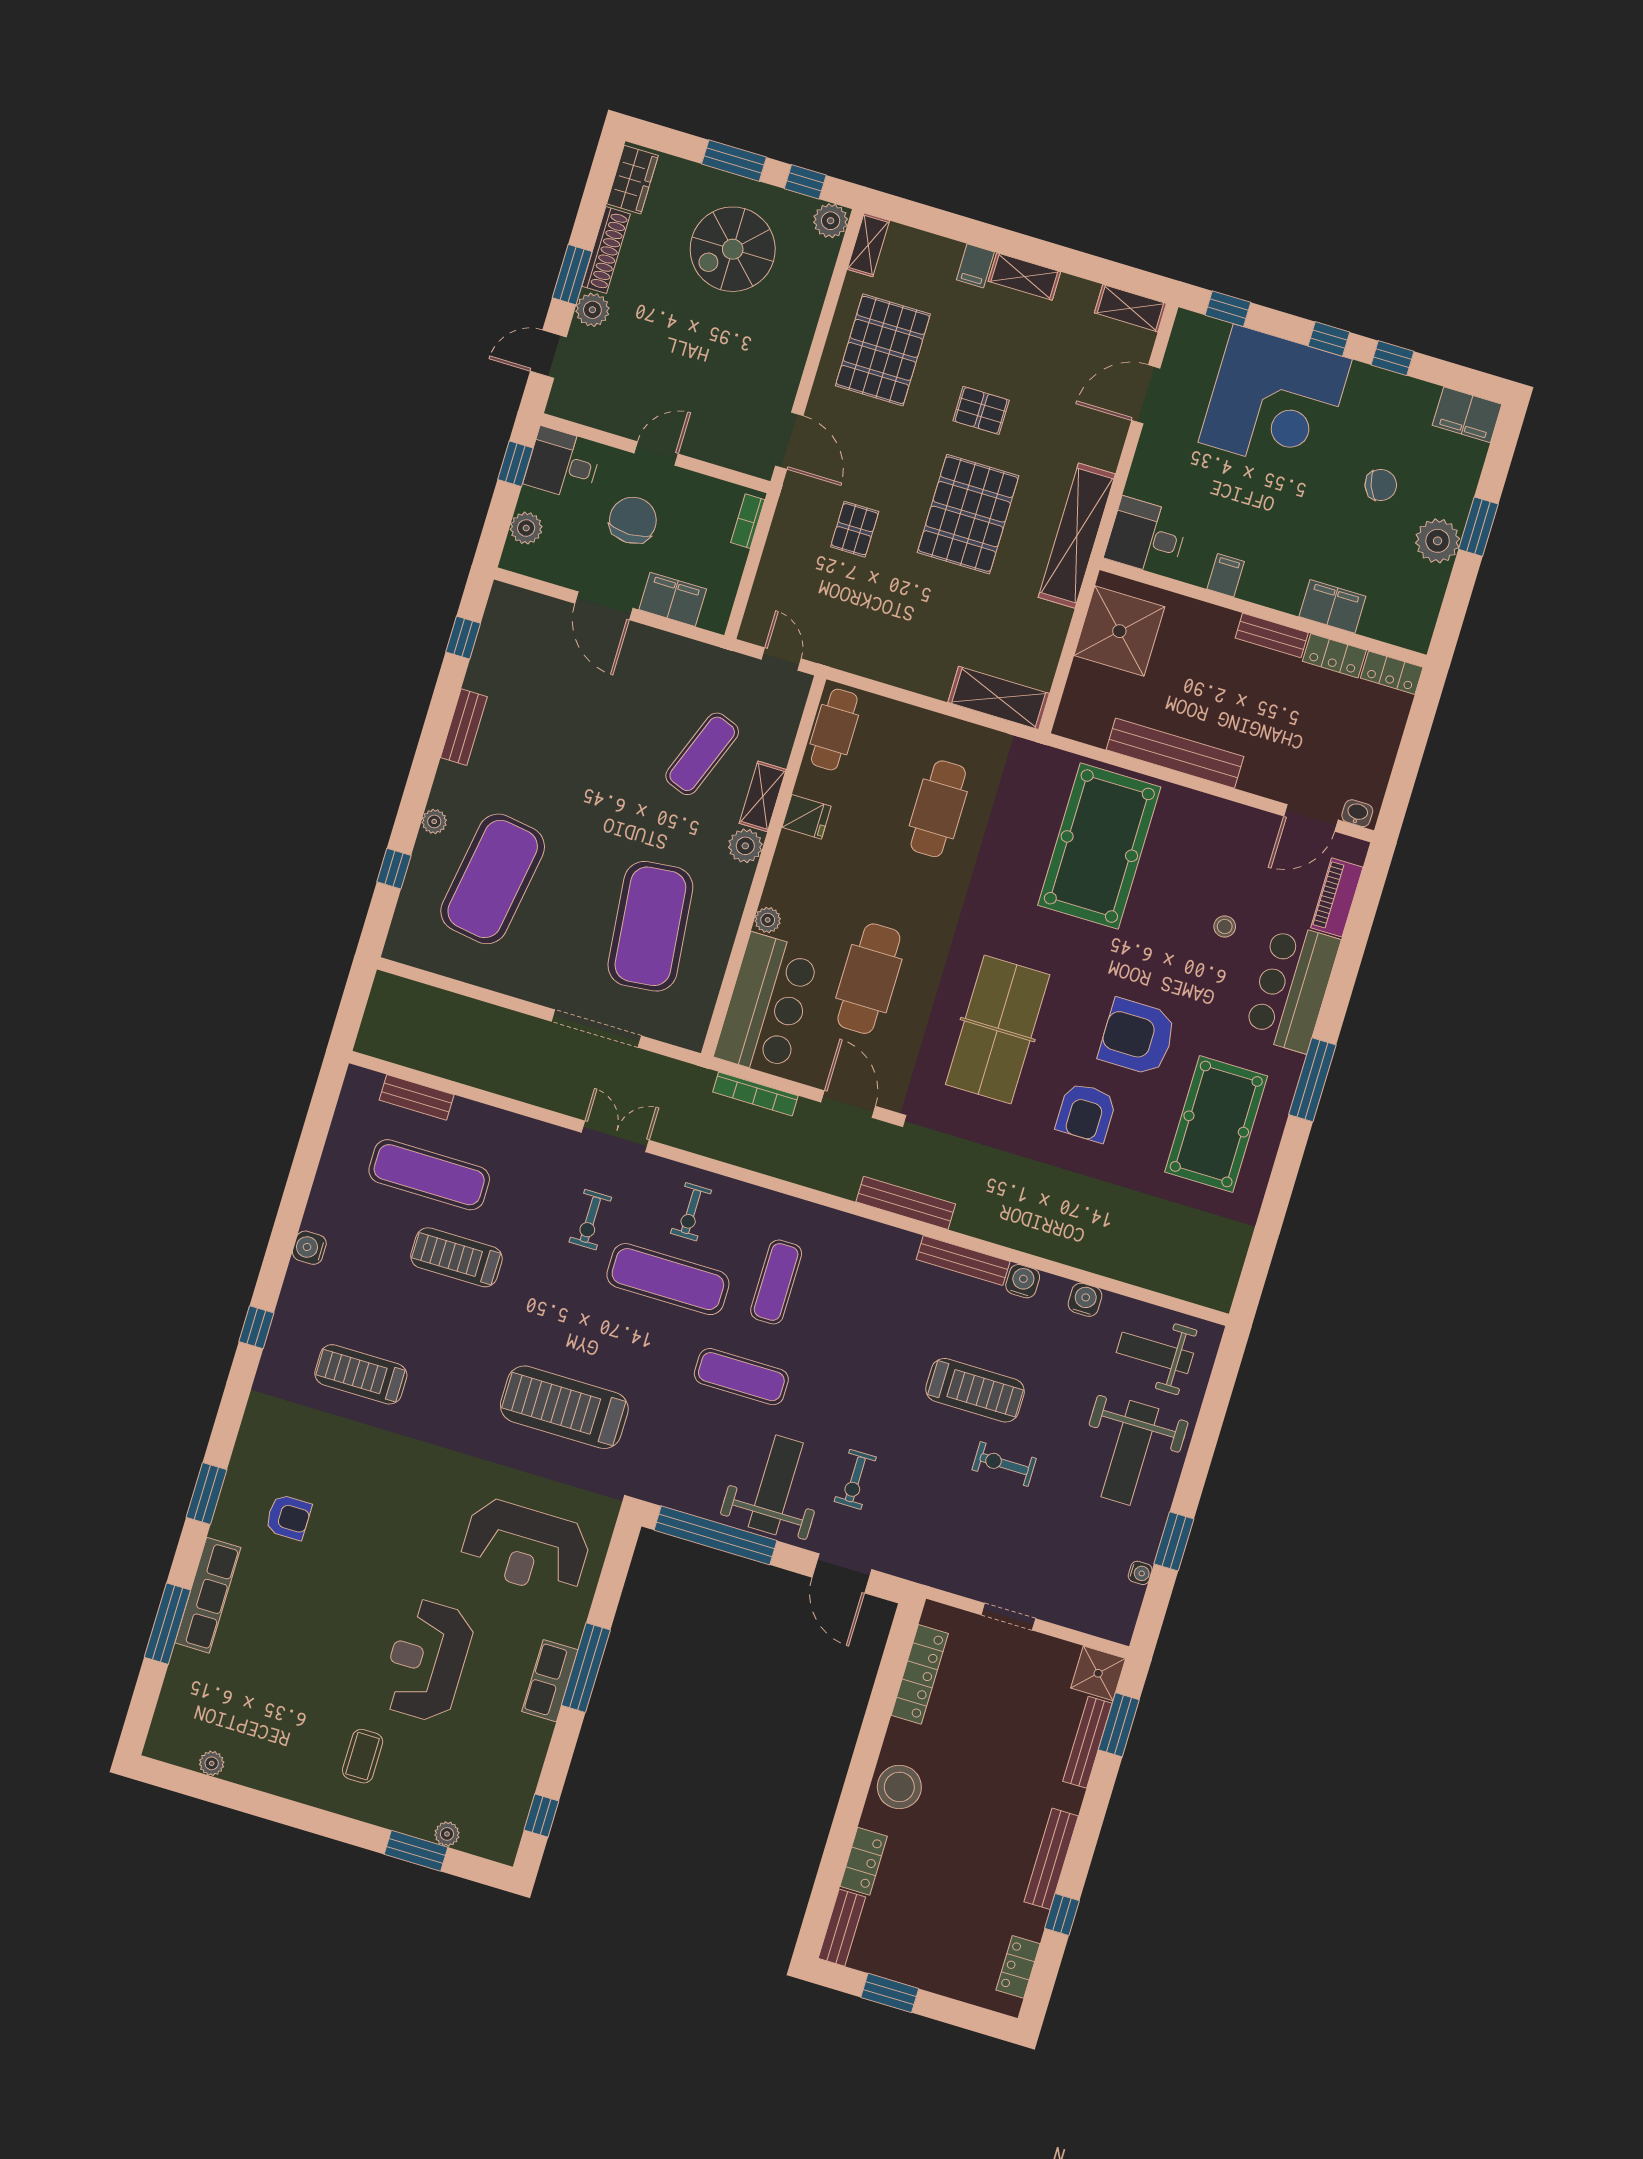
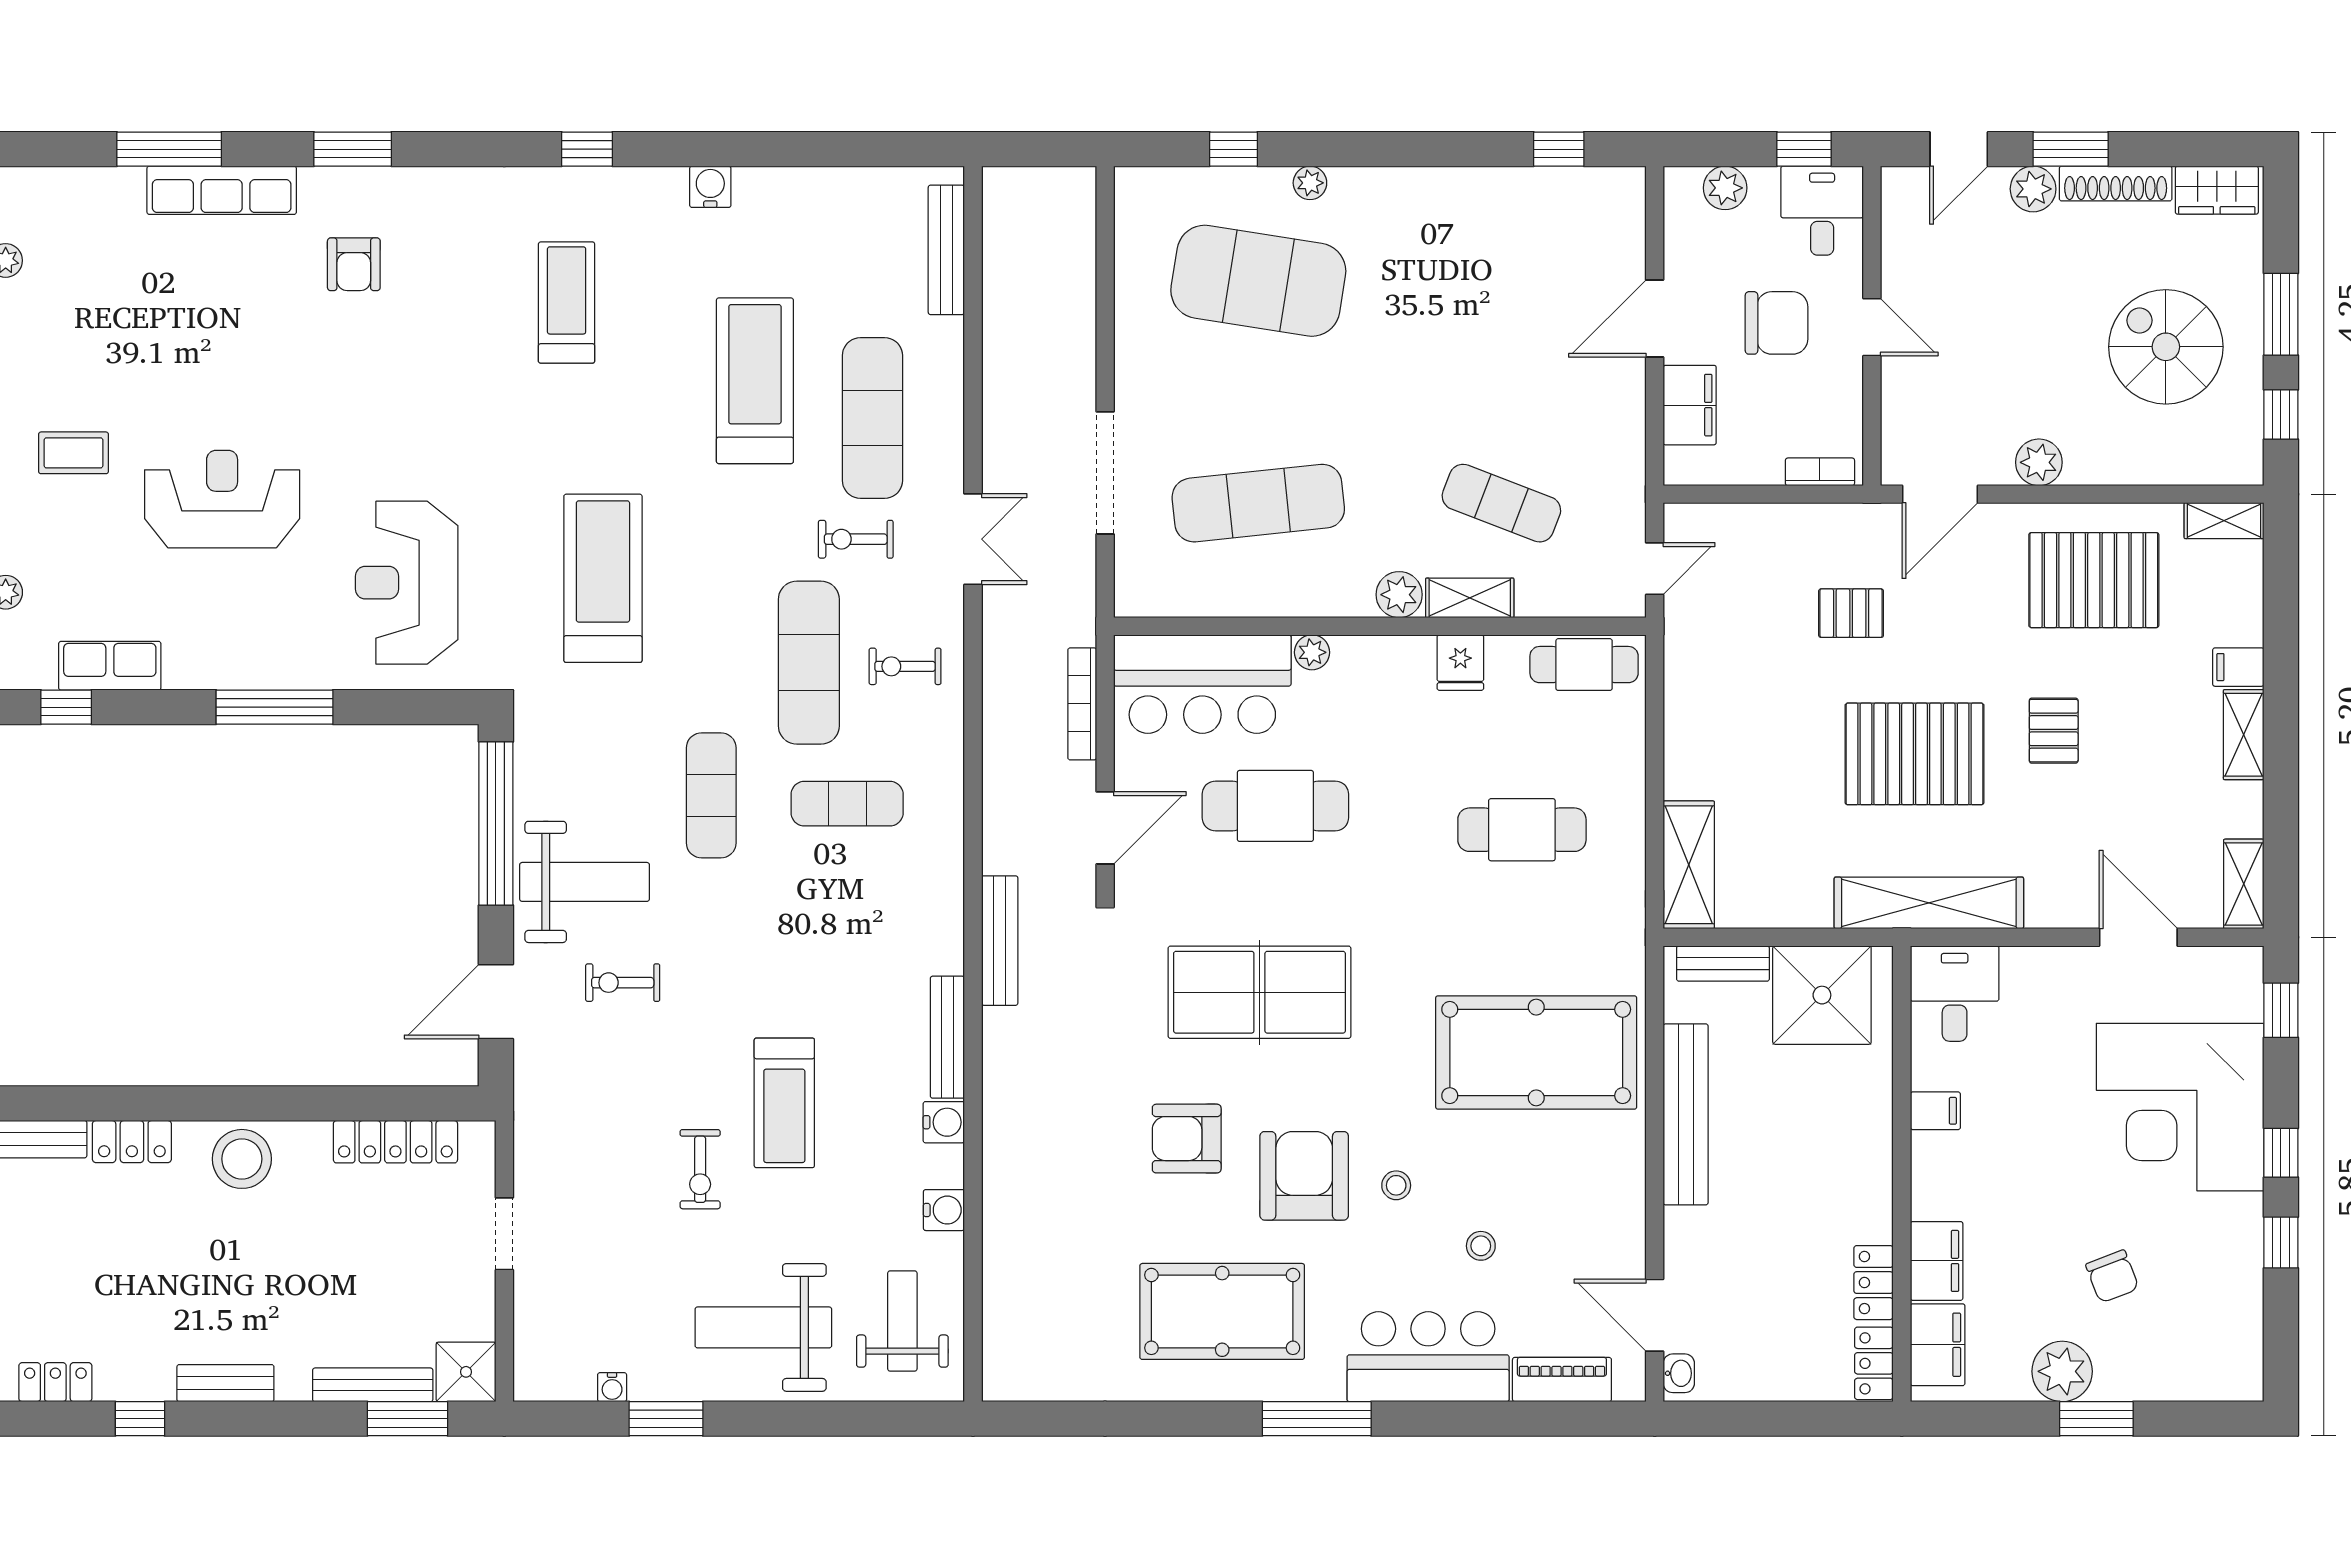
plant: (831, 221) -> (2039, 462), moved
door: (548, 354) -> (1959, 149), swing flipped
filing cabinet: (1467, 415) -> (1938, 1345), moved, turned 180
bench: (1272, 635) -> (1723, 963), moved, turned 90
bench: (464, 727) -> (1444, 185), removed
exercise mat: (650, 926) -> (1258, 503), width x0.68
stool: (1164, 974) -> (1396, 1185), added
bench: (417, 1097) -> (946, 250), width x1.36
exercise mat: (429, 1175) -> (872, 418), moved
treadmill: (456, 1257) -> (755, 381), width x1.37, depth x1.38
exercise bike: (1004, 1464) -> (700, 1169), turned 180
row of seats: (550, 1681) -> (110, 666), moved
bench: (1051, 1859) -> (225, 1383), width x0.73

